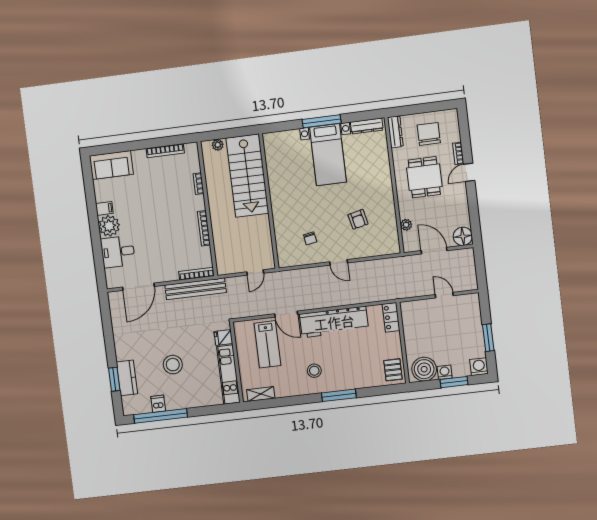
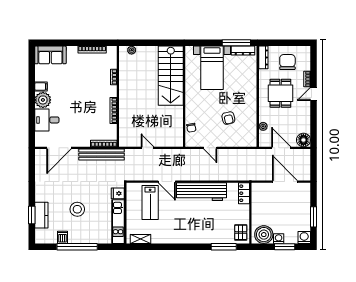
window: (322, 121) -> (236, 43), moved
stairs: (247, 176) -> (171, 76), moved
wall: (269, 201) -> (184, 96), moved
door: (255, 272) -> (148, 148), swing flipped
door: (444, 295) -> (285, 182), width x1.87
stool: (314, 371) -> (182, 226), removed
window: (339, 395) -> (224, 247), moved
window: (161, 416) -> (77, 247), moved

